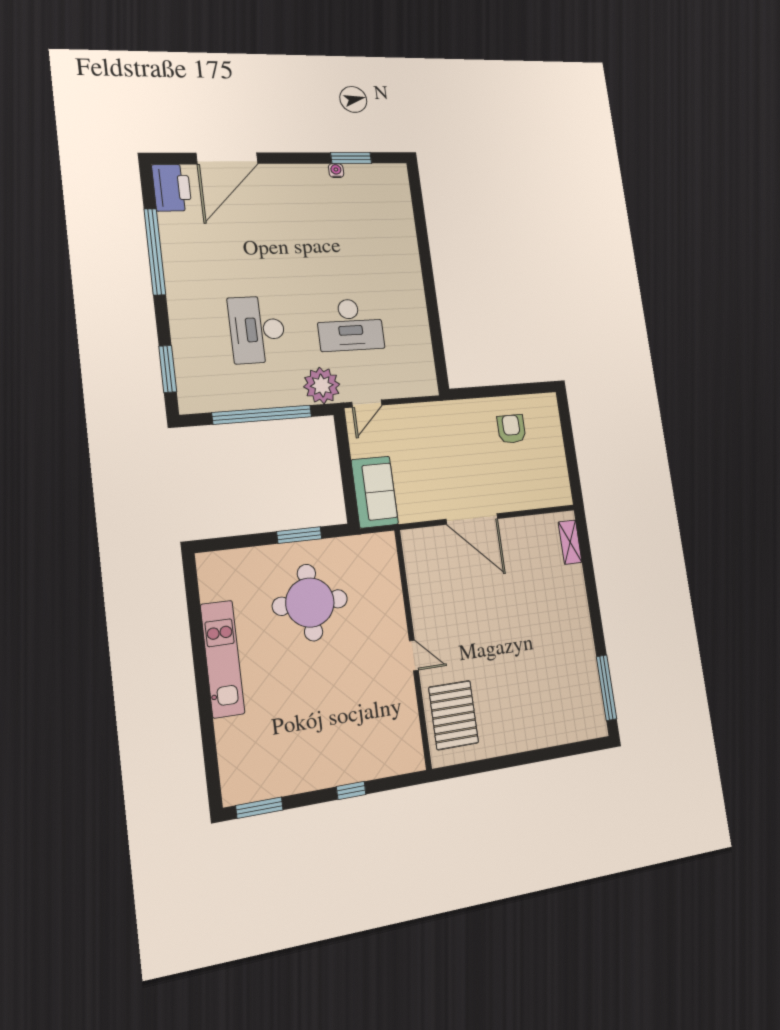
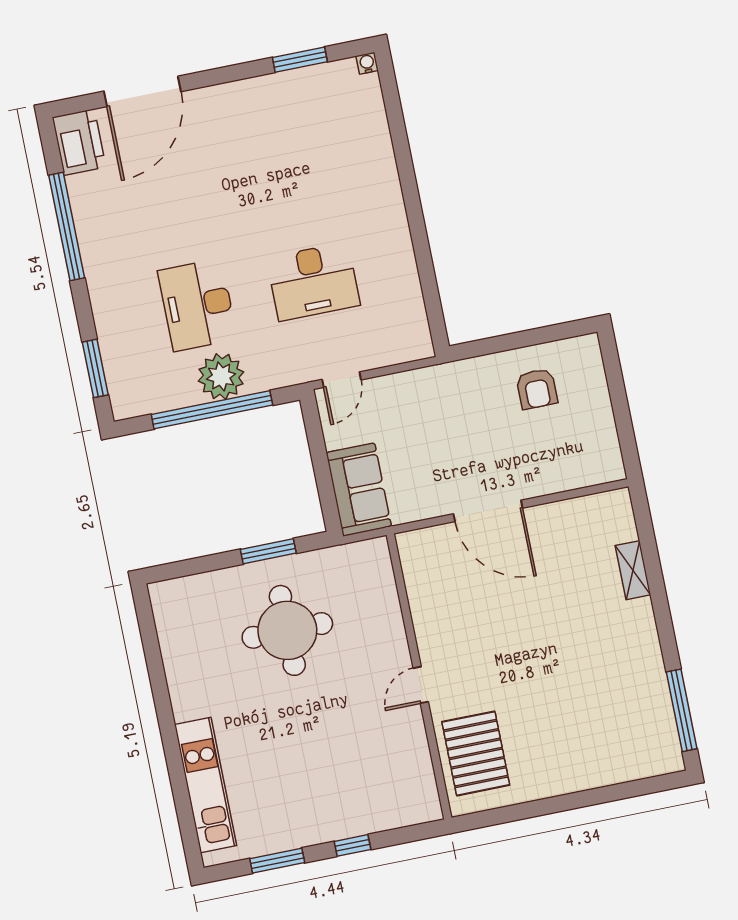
water cooler: (336, 171) -> (367, 63), moved
plant: (322, 385) -> (221, 377), moved
armchair: (511, 429) -> (537, 389), turned 180
shelving: (570, 542) -> (633, 570), moved
door: (414, 655) -> (421, 685), swing flipped
kitchen unit: (223, 659) -> (206, 785), moved
window: (259, 808) -> (277, 861), moved

